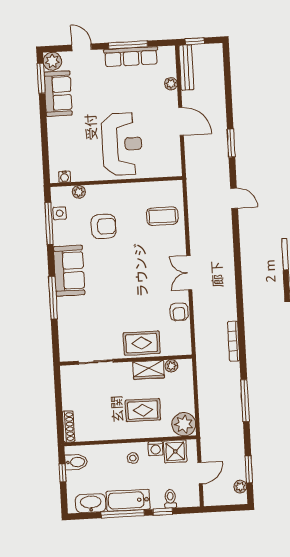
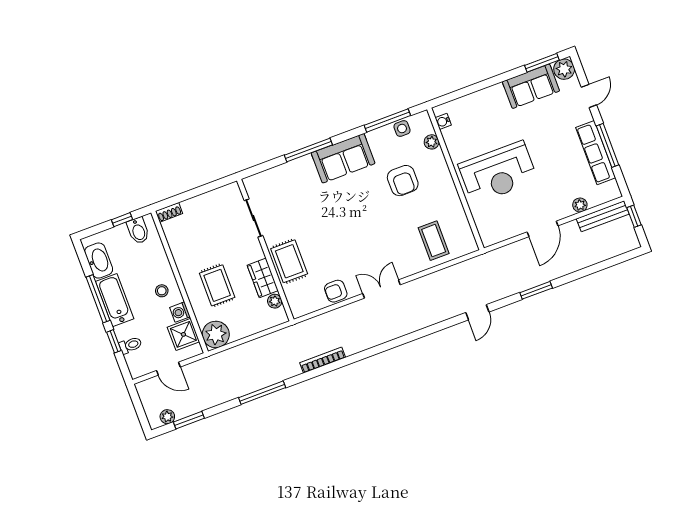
shoe rack: (68, 427) -> (169, 212), width x0.70

